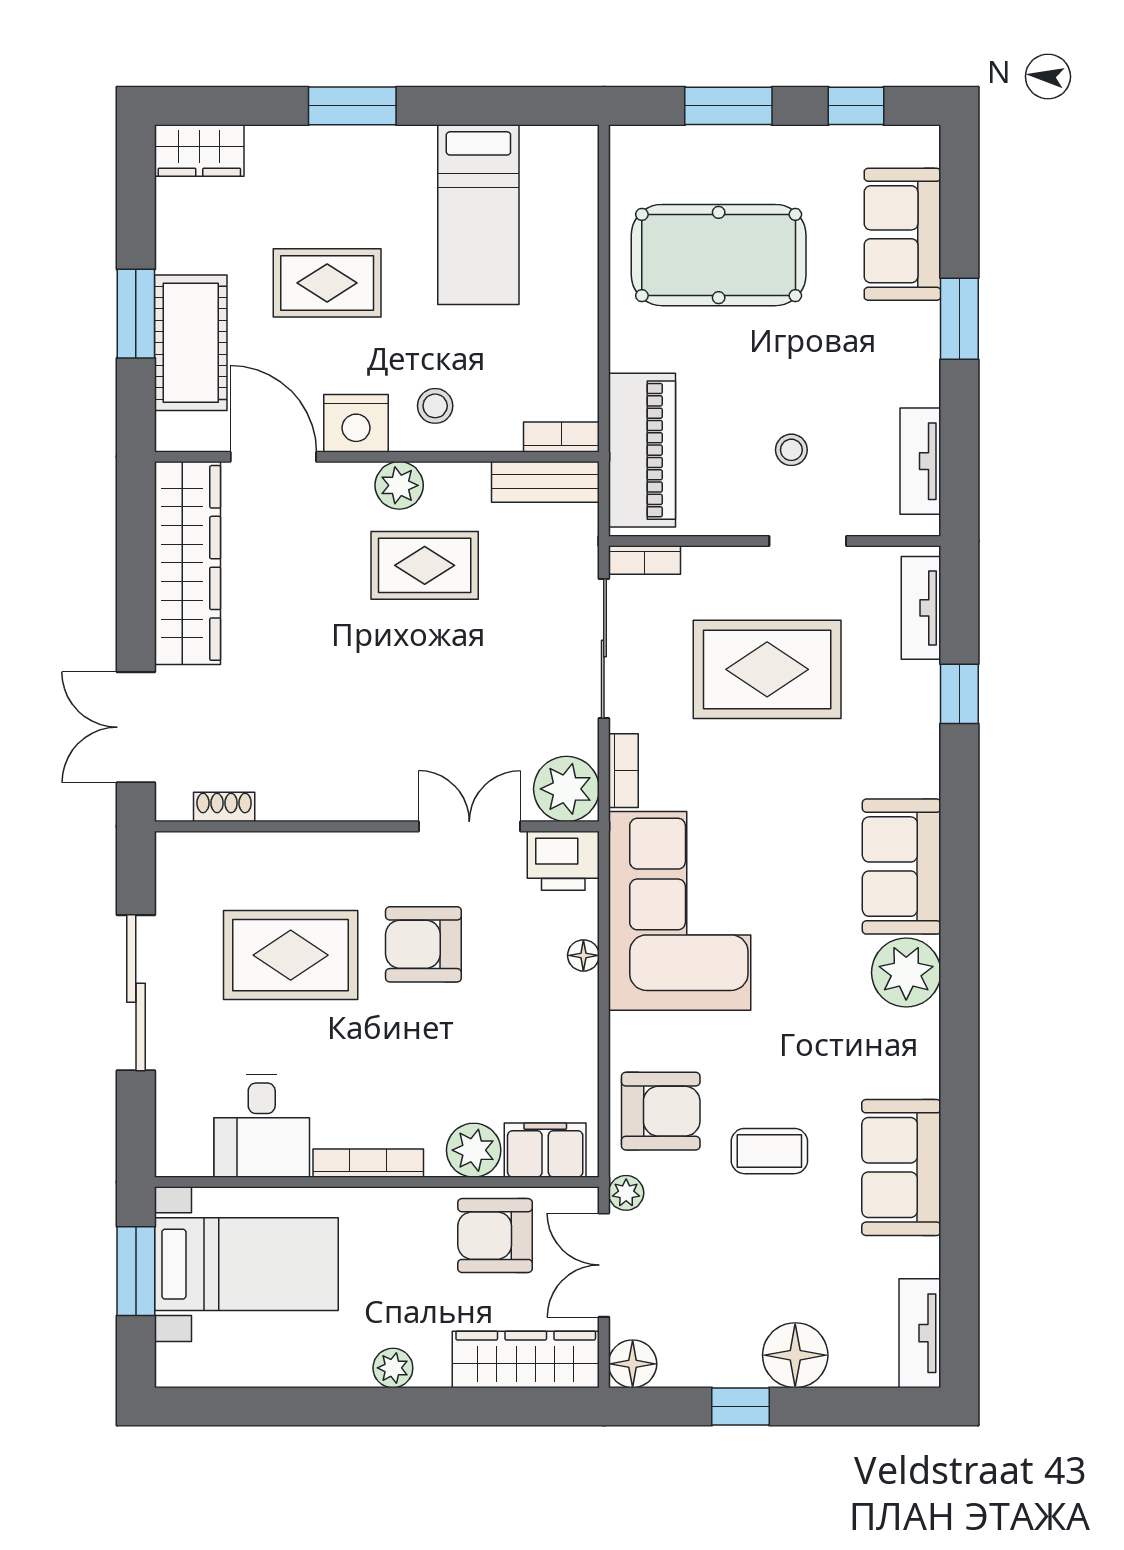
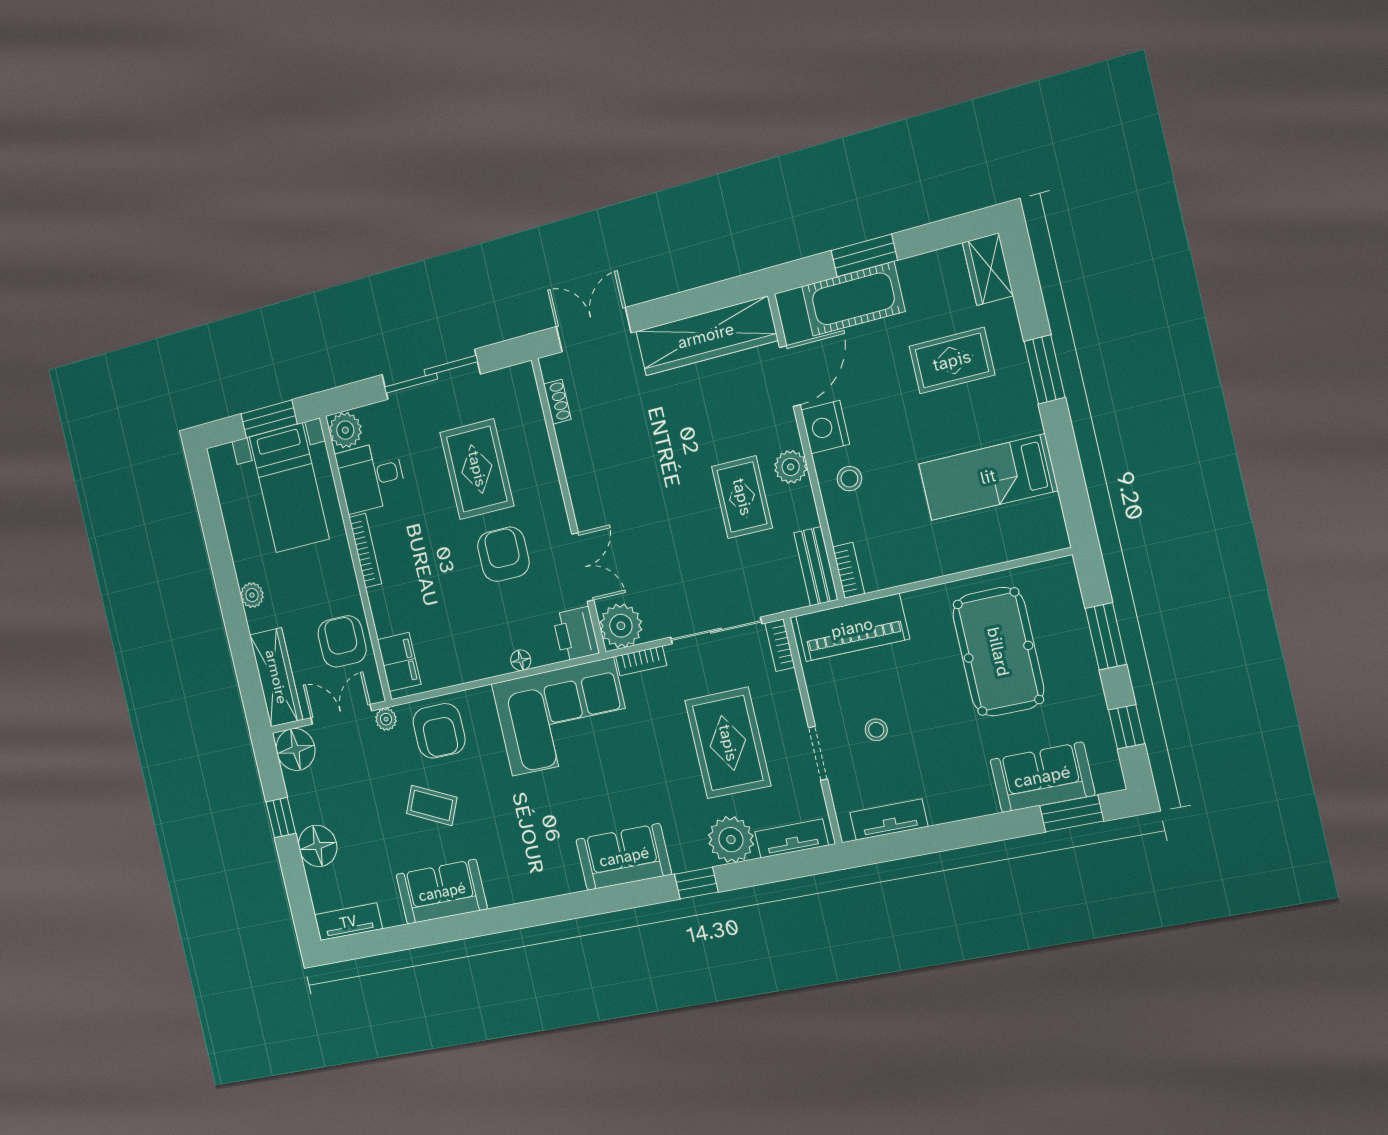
rug: (327, 283) -> (952, 361), moved, turned 90
window: (959, 319) -> (1072, 813), moved
window: (959, 694) -> (696, 883), moved
plant: (906, 973) -> (731, 840), moved
plant: (474, 1150) -> (345, 430), moved
coffee table: (769, 1151) -> (432, 805), turned -65
floor lamp: (633, 1364) -> (296, 749), width x1.38, depth x1.38

